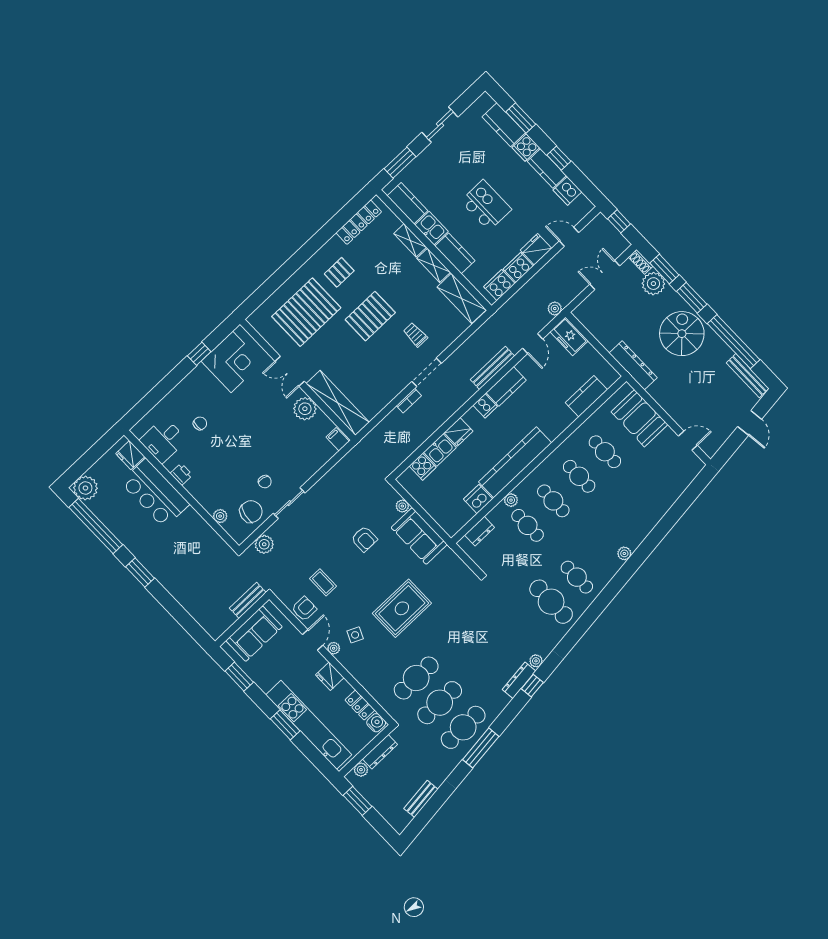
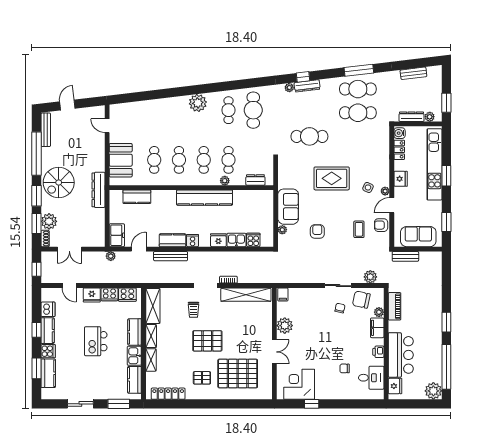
shelving: (338, 403) -> (246, 295), moved, turned 90
filing cabinet: (206, 498) -> (377, 328), added
dishwasher: (478, 499) -> (241, 197), removed
piano: (210, 538) -> (395, 306), added
plant: (624, 553) -> (198, 103), width x1.87, depth x1.87
cafe table: (416, 678) -> (309, 136), moved

